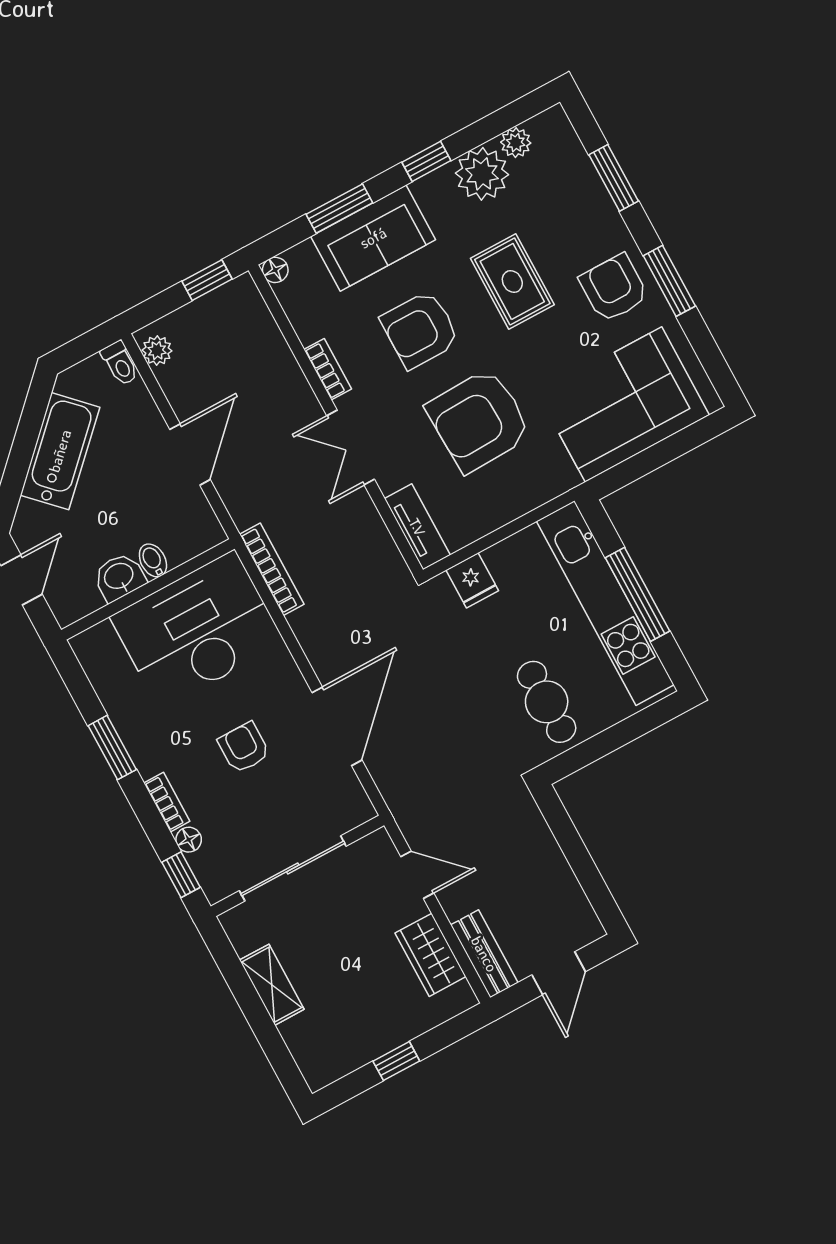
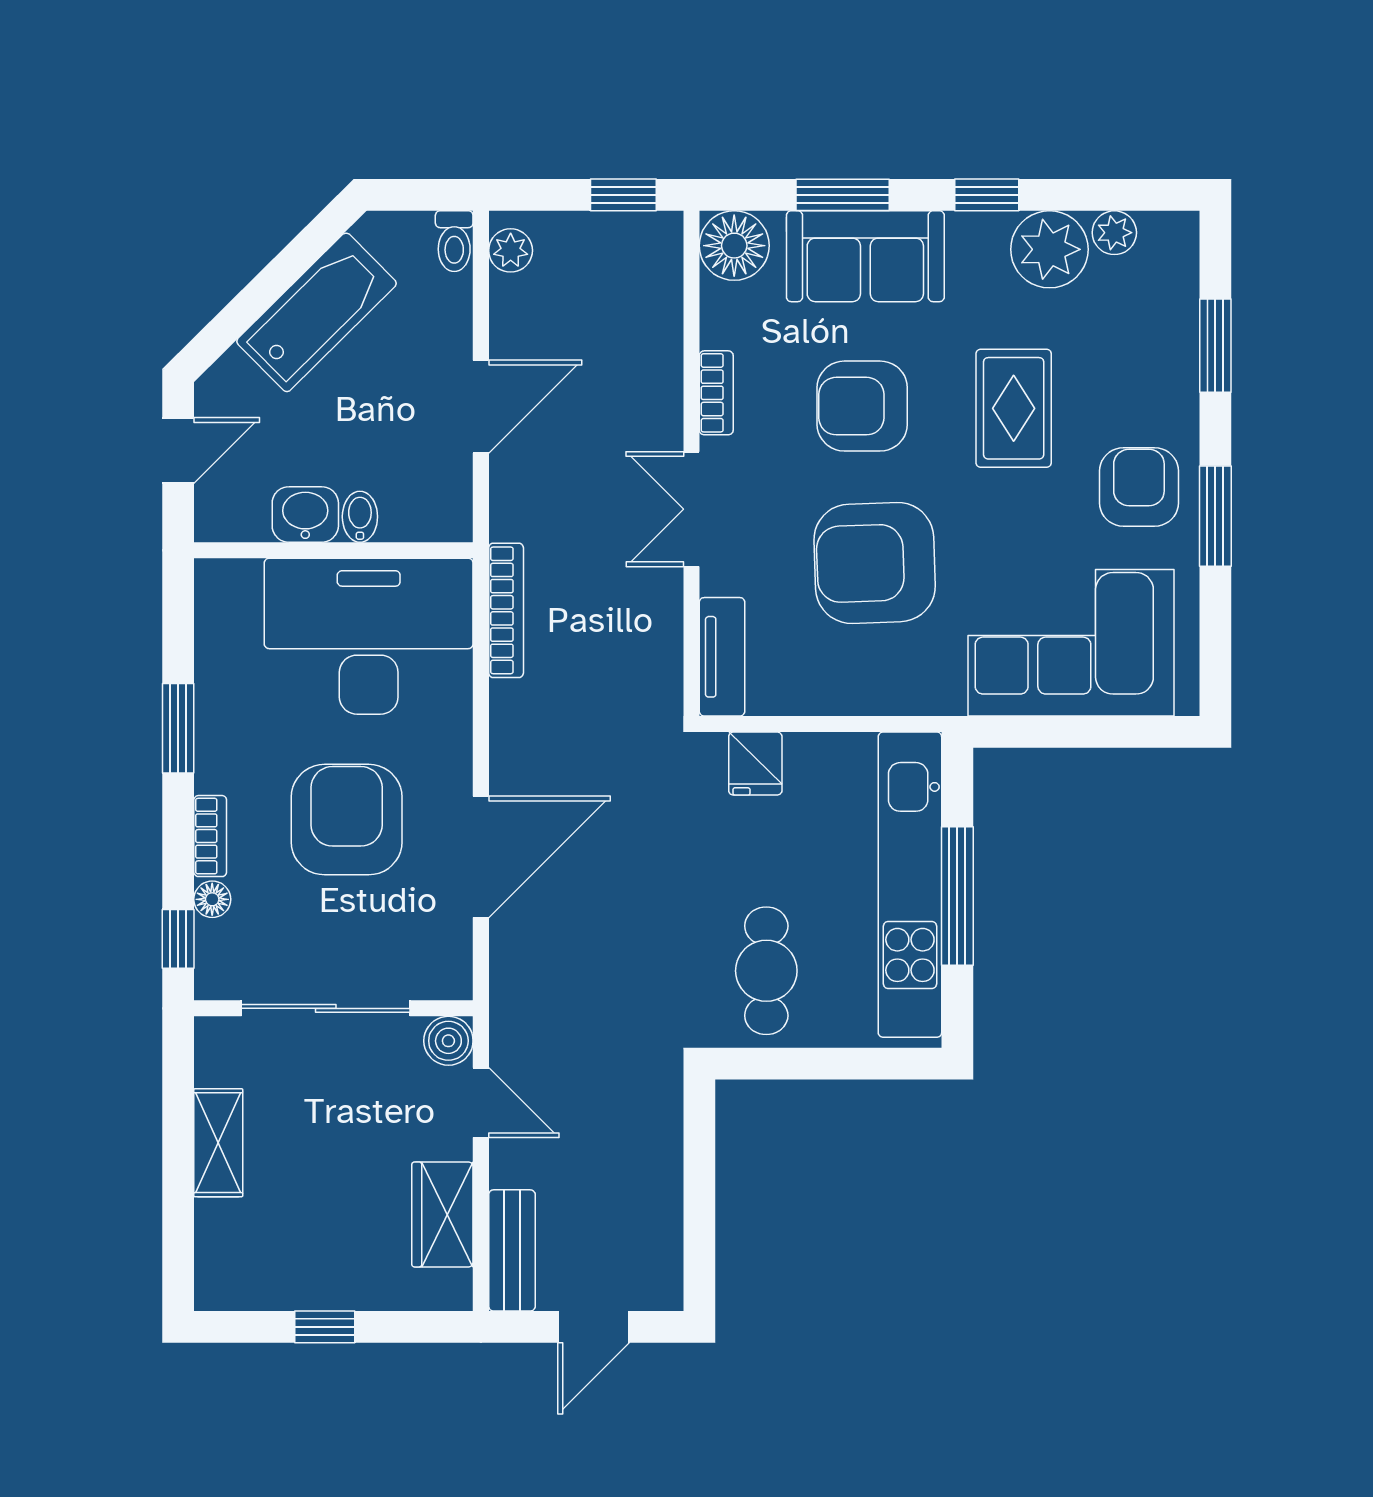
floor lamp: (275, 270) -> (734, 246), width x1.89, depth x1.89
armchair: (244, 748) -> (347, 820), width x1.88, depth x1.88
boiler: (377, 848) -> (448, 1041), added

